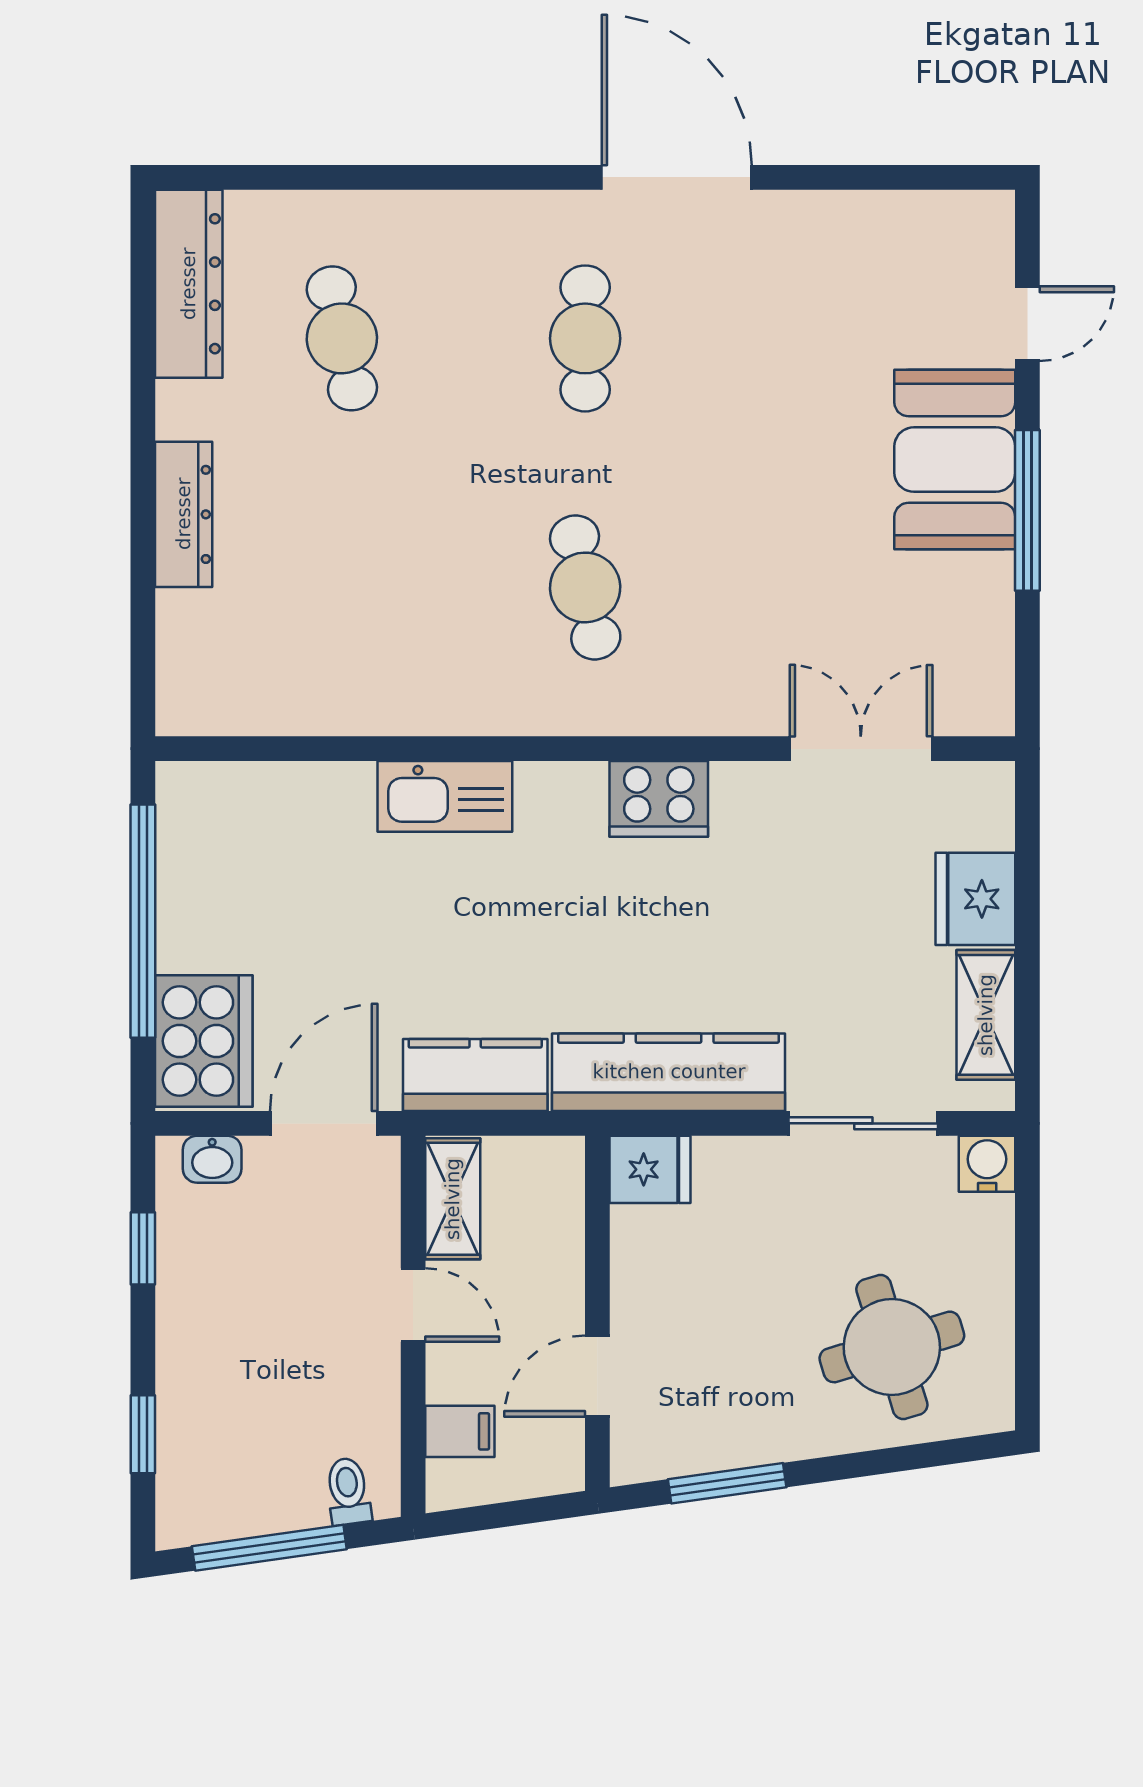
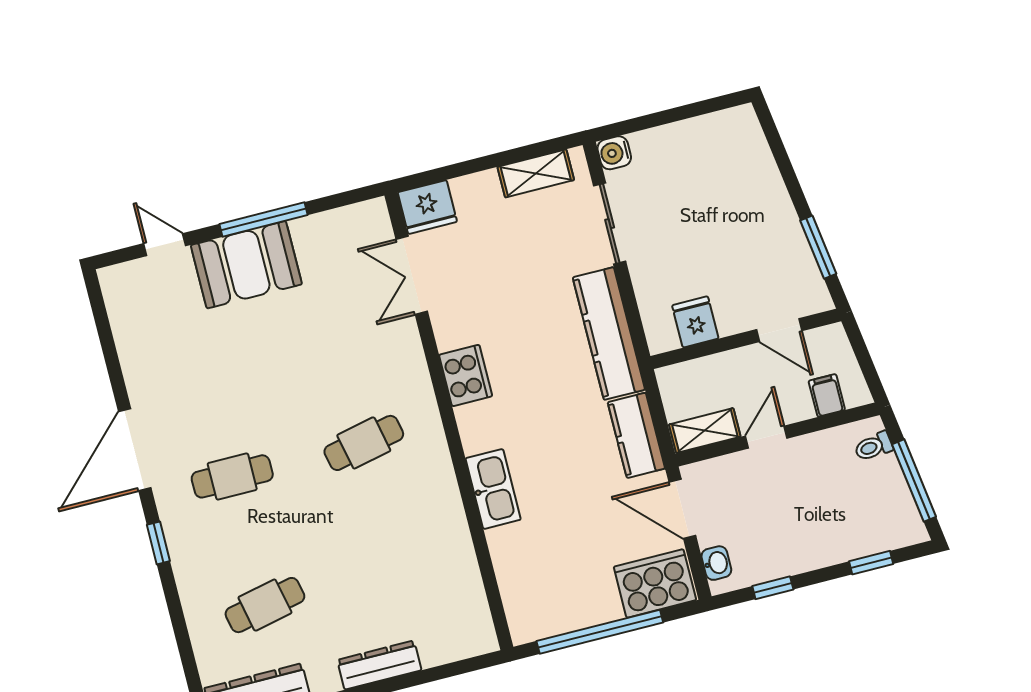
window: (500, 177) -> (158, 543), added
fridge: (975, 899) -> (427, 207), moved
fridge: (650, 1169) -> (695, 322), moved
round table: (892, 1347) -> (724, 178), removed

